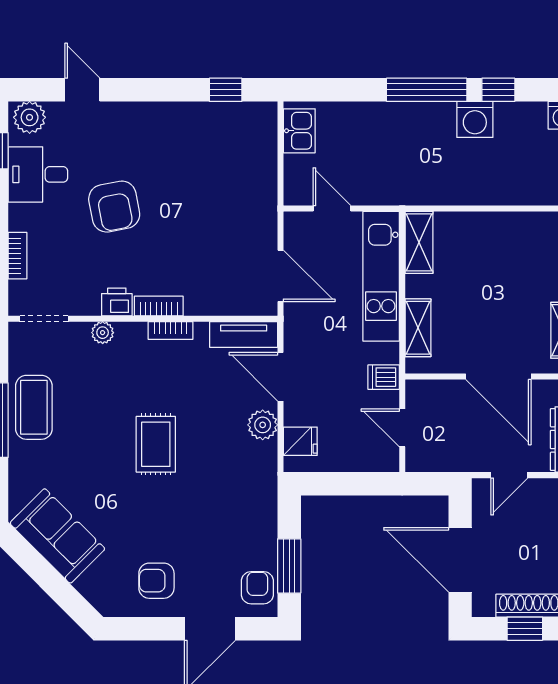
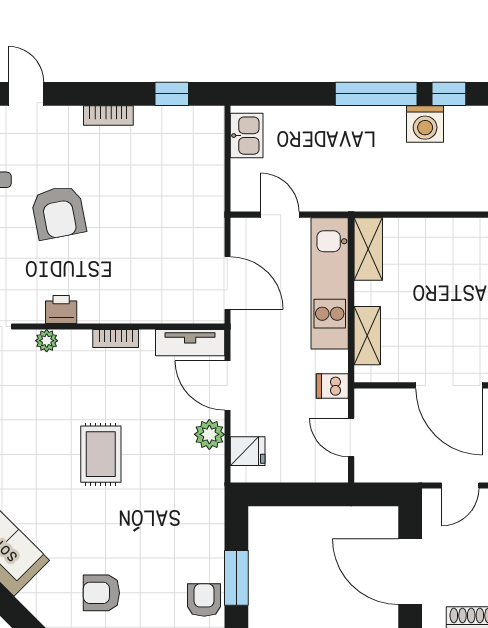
bookcase: (159, 306) -> (108, 116), moved, turned 180

